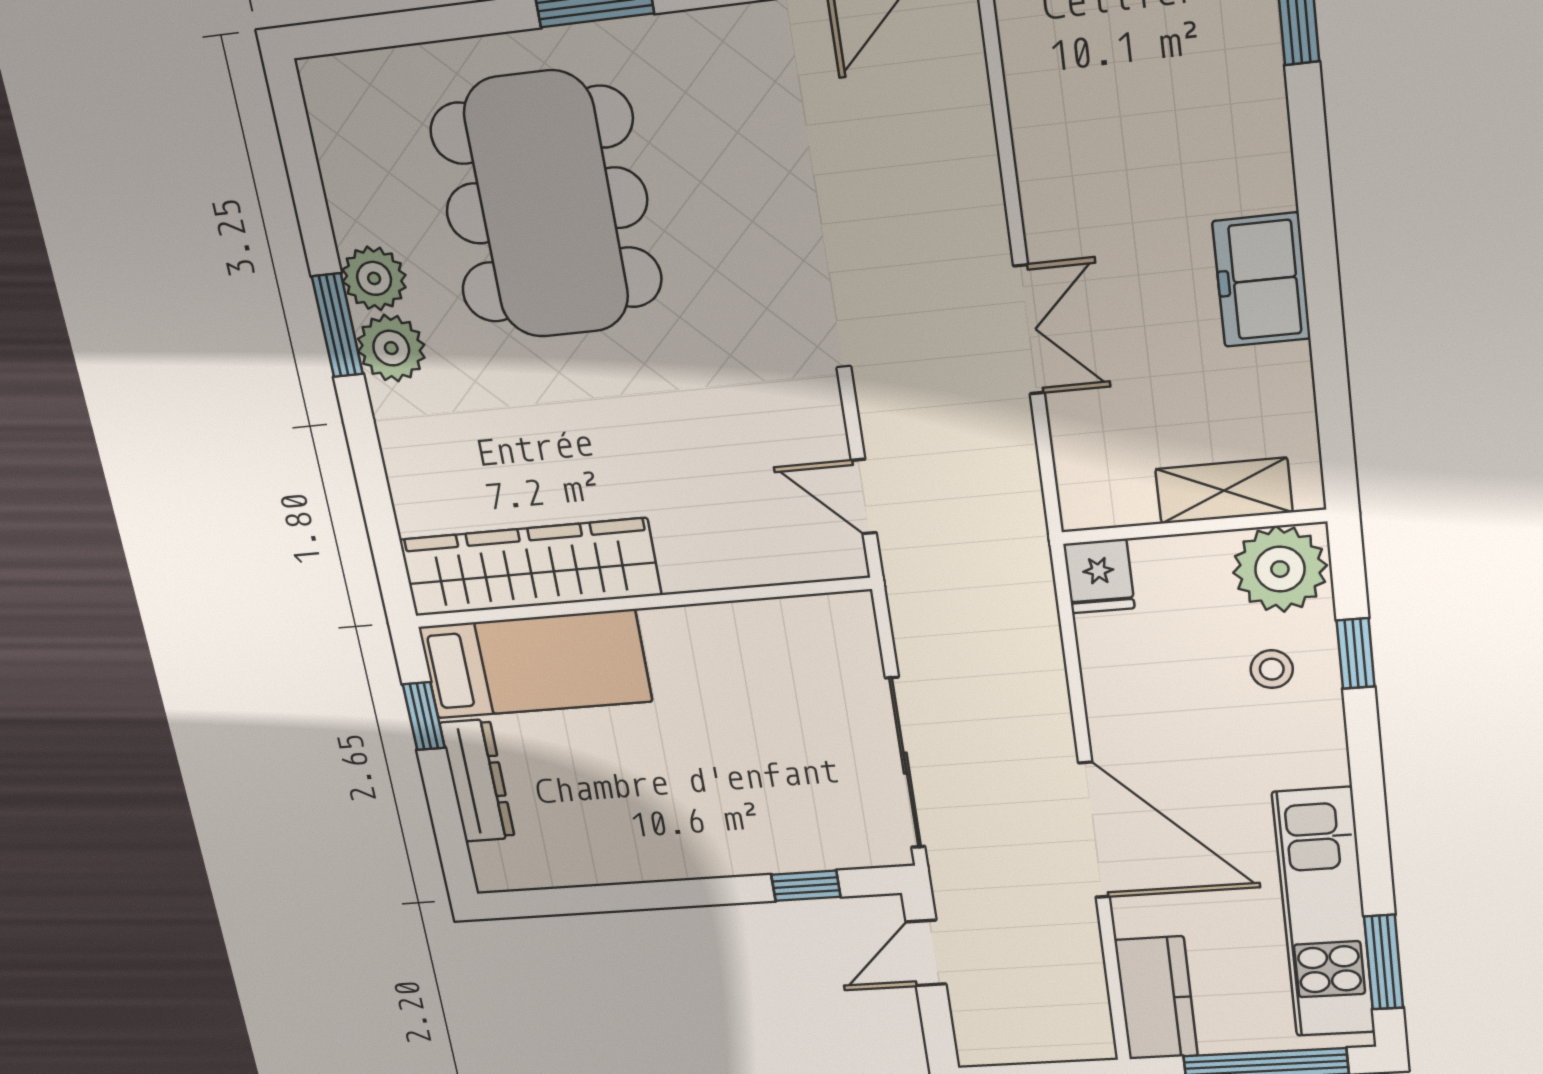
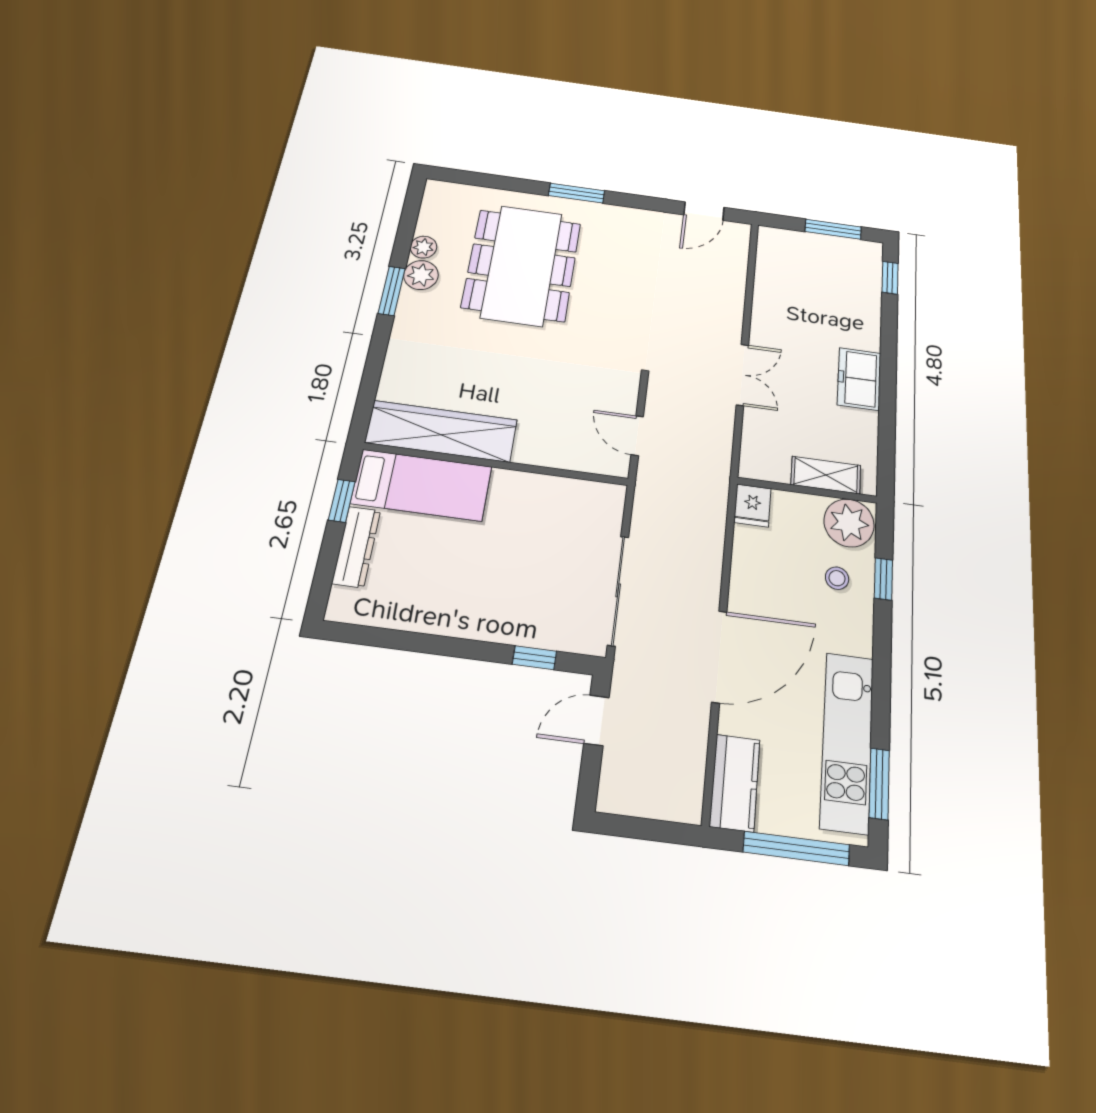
plant: (391, 348) -> (423, 247), moved, width x0.73, depth x0.73
door: (1094, 830) -> (719, 656), hinge flipped

